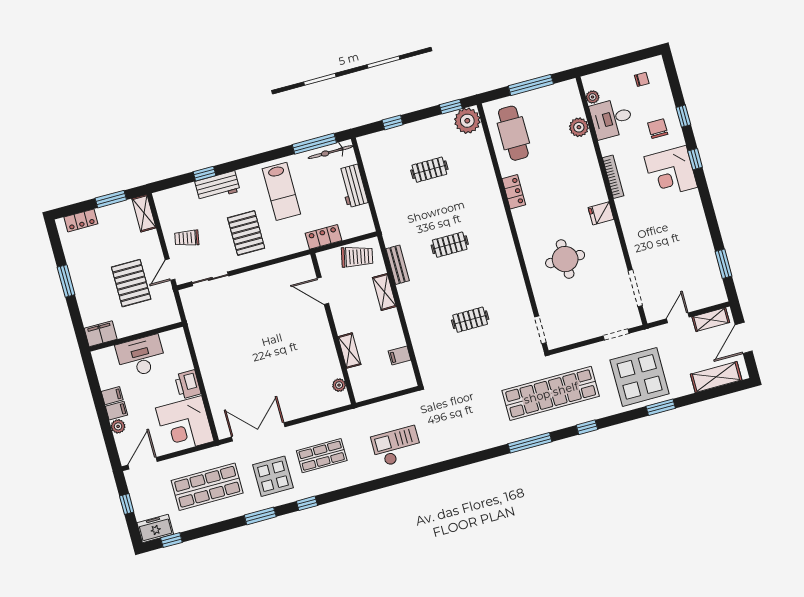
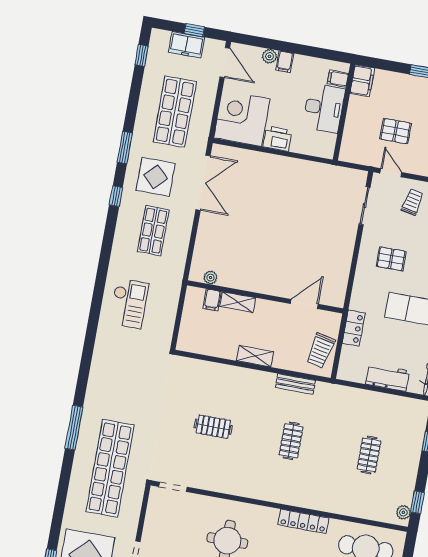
plant: (467, 121) -> (403, 512), width x0.53, depth x0.53
locker: (514, 192) -> (303, 521), width x1.53
pallet: (246, 233) -> (391, 259), width x0.67, depth x0.71
pallet: (131, 283) -> (396, 131), width x0.67, depth x0.71
shelving: (384, 292) -> (255, 356), moved
clothes rail: (470, 320) -> (213, 427), turned 90
filing cabinet: (400, 355) -> (212, 300), moved, turned 180
filing cabinet: (112, 396) -> (338, 78), moved, turned 90
window: (587, 427) -> (63, 487), removed
freezer: (155, 528) -> (186, 45), moved, turned 90

